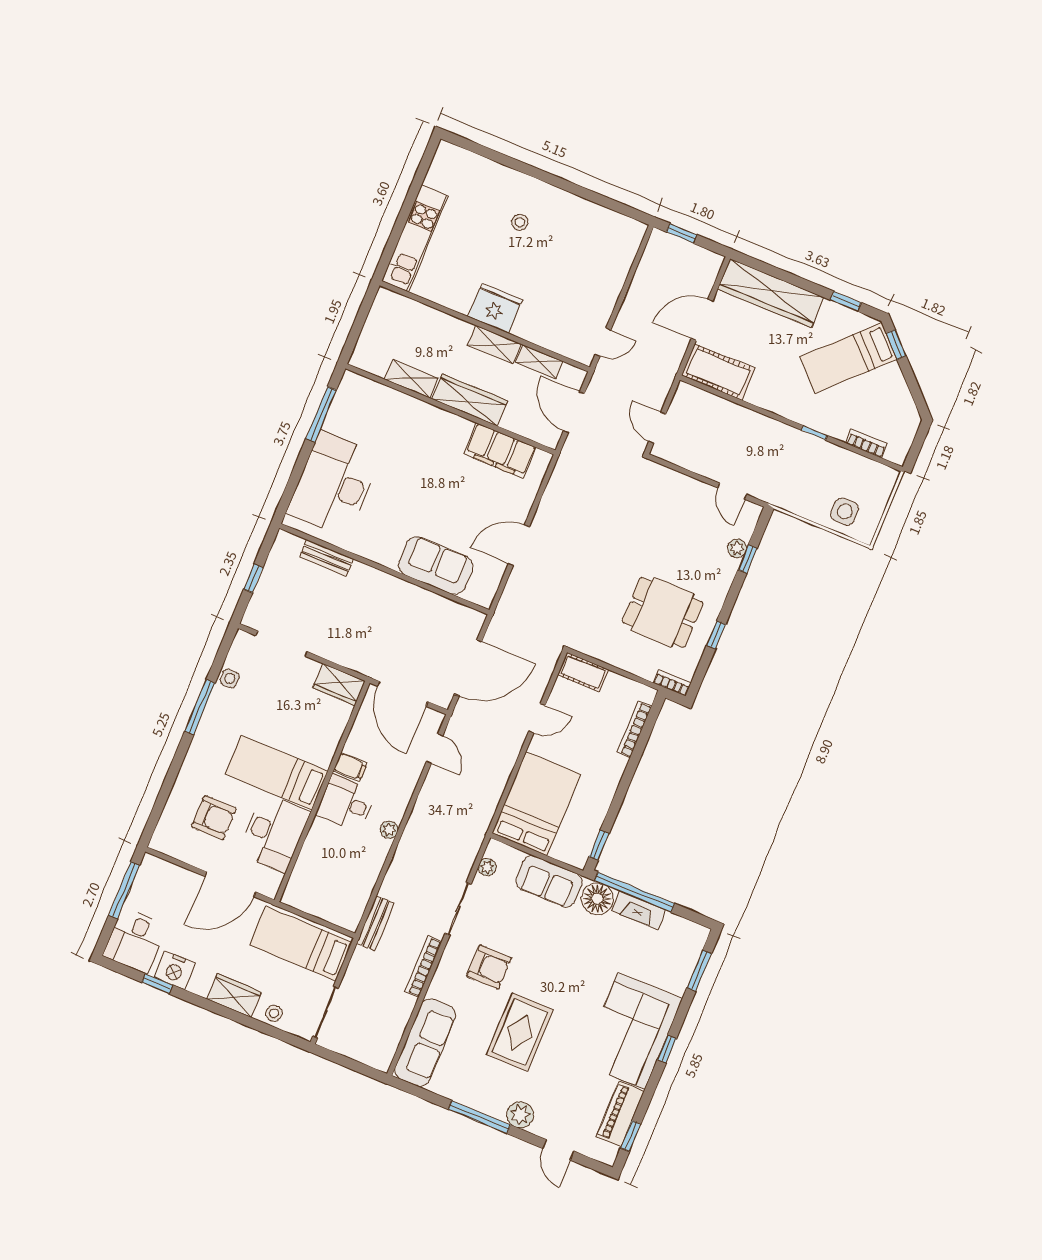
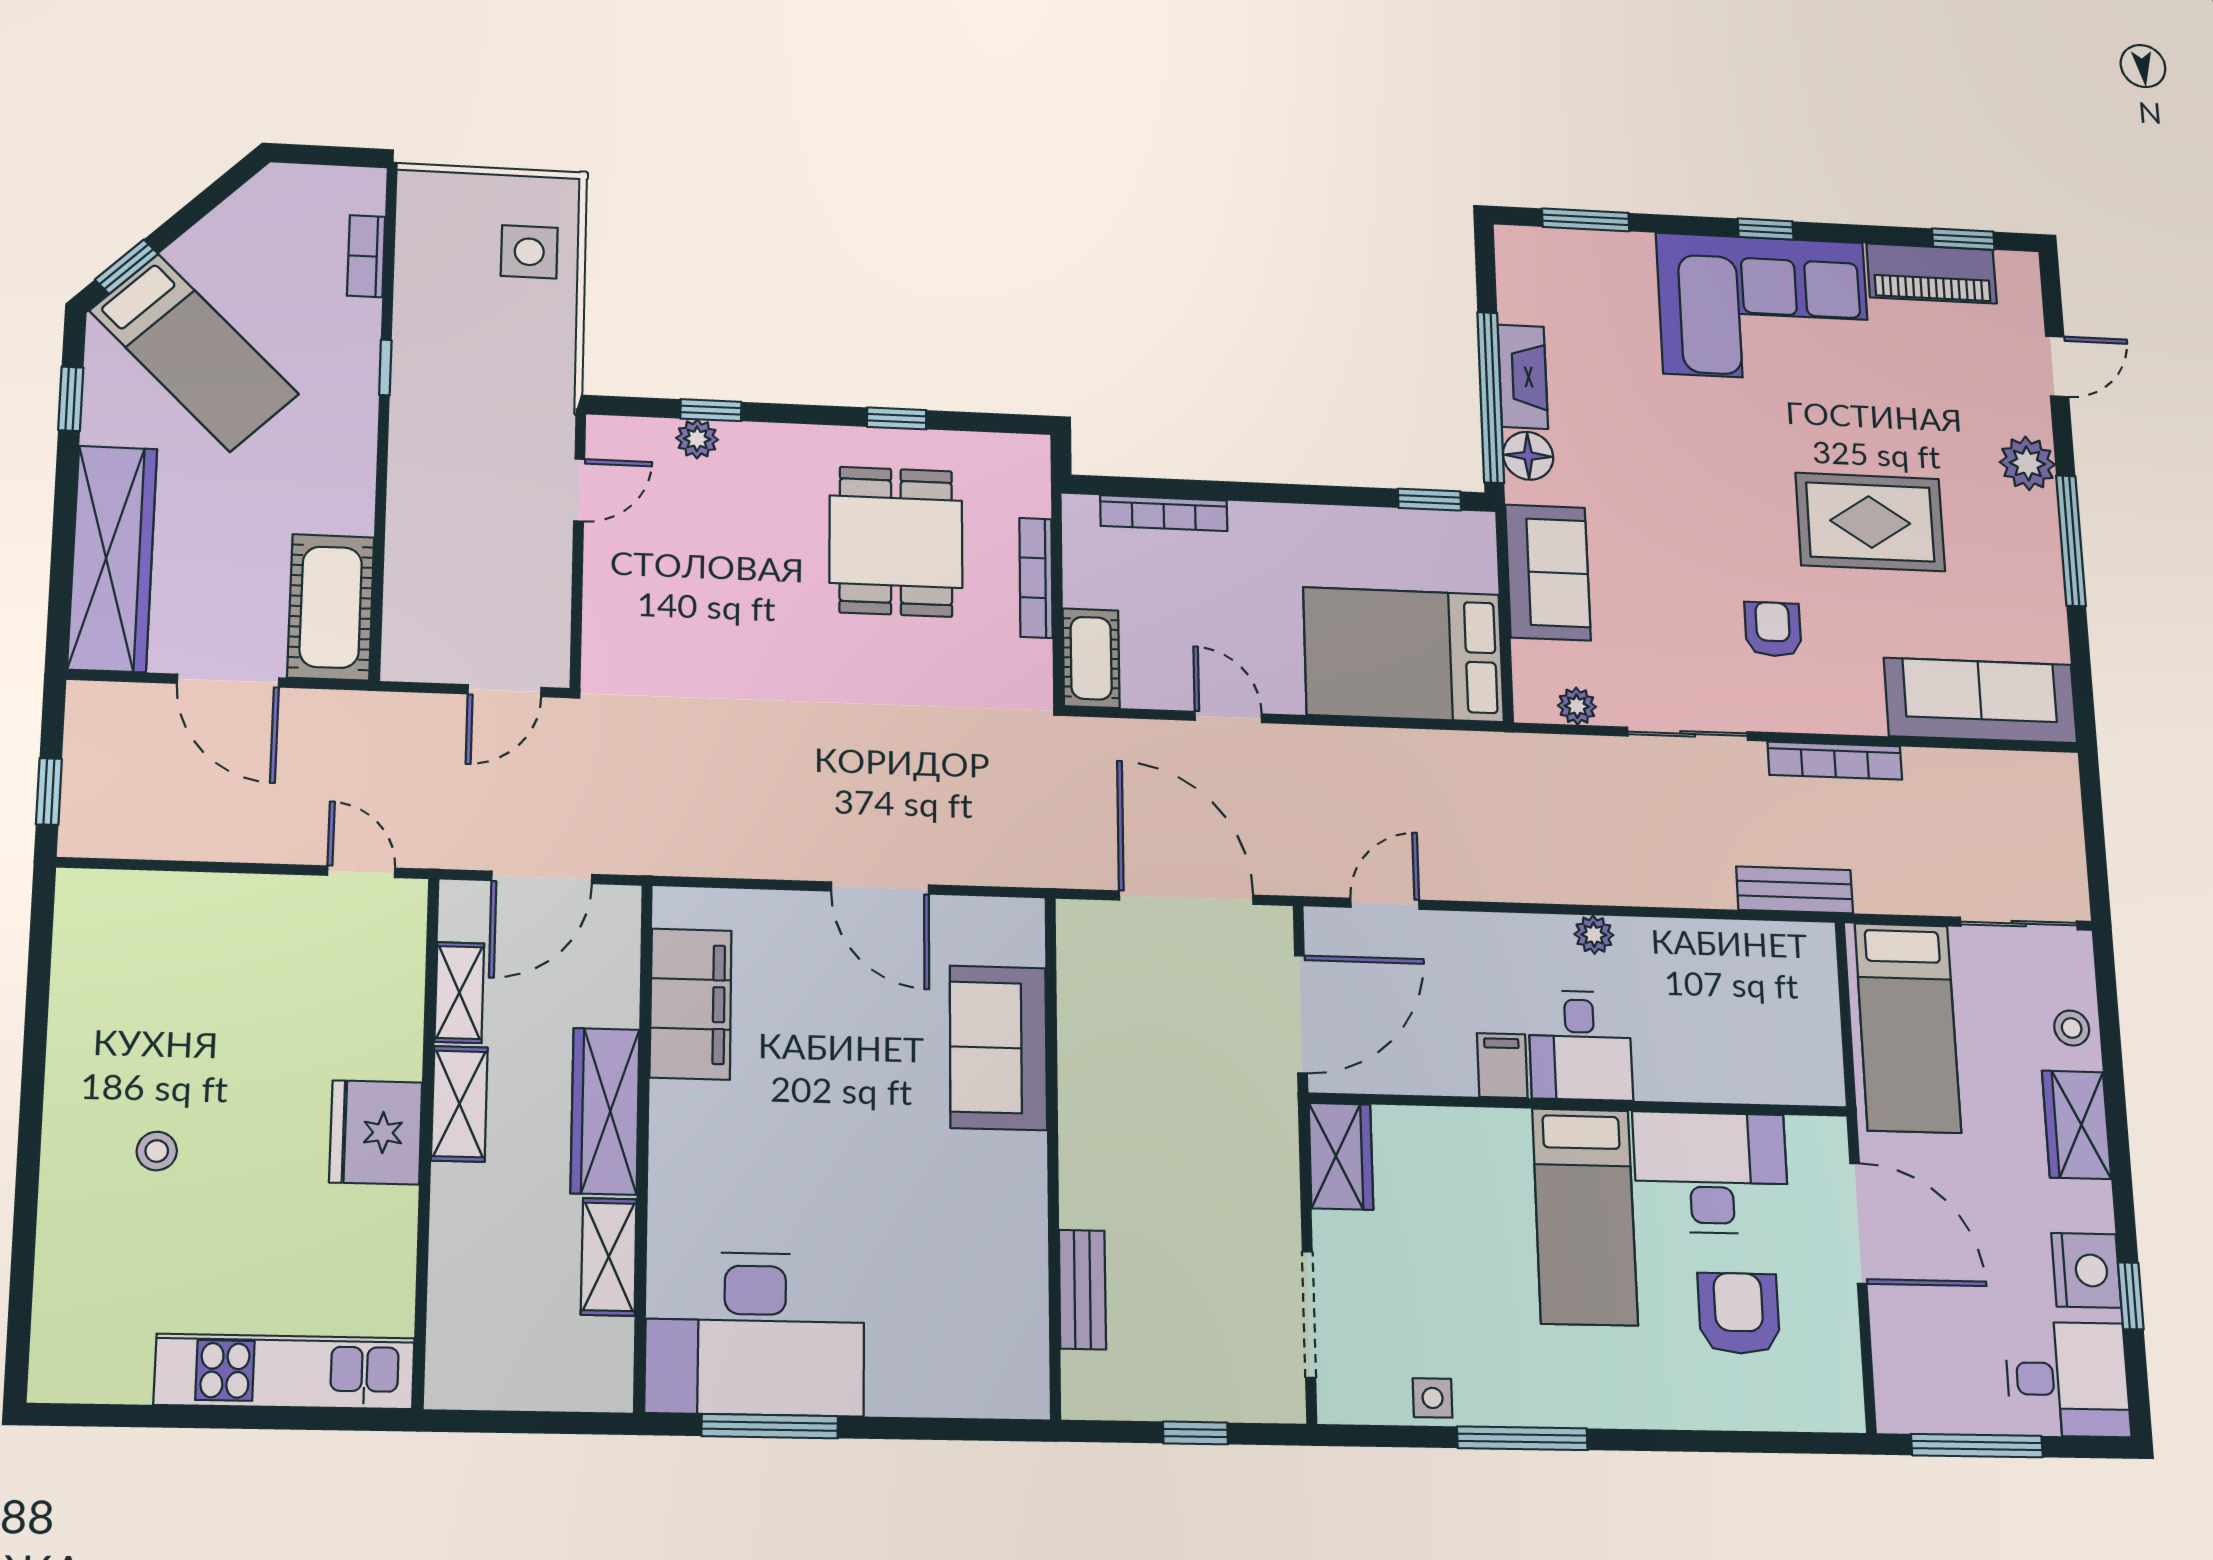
desk: (334, 484) -> (755, 1334), moved
bookcase: (672, 683) -> (1036, 578), moved, width x1.56
floor lamp: (597, 899) -> (1528, 456), width x0.73, depth x0.73
armchair: (489, 967) -> (1773, 629), width x0.72, depth x0.72

